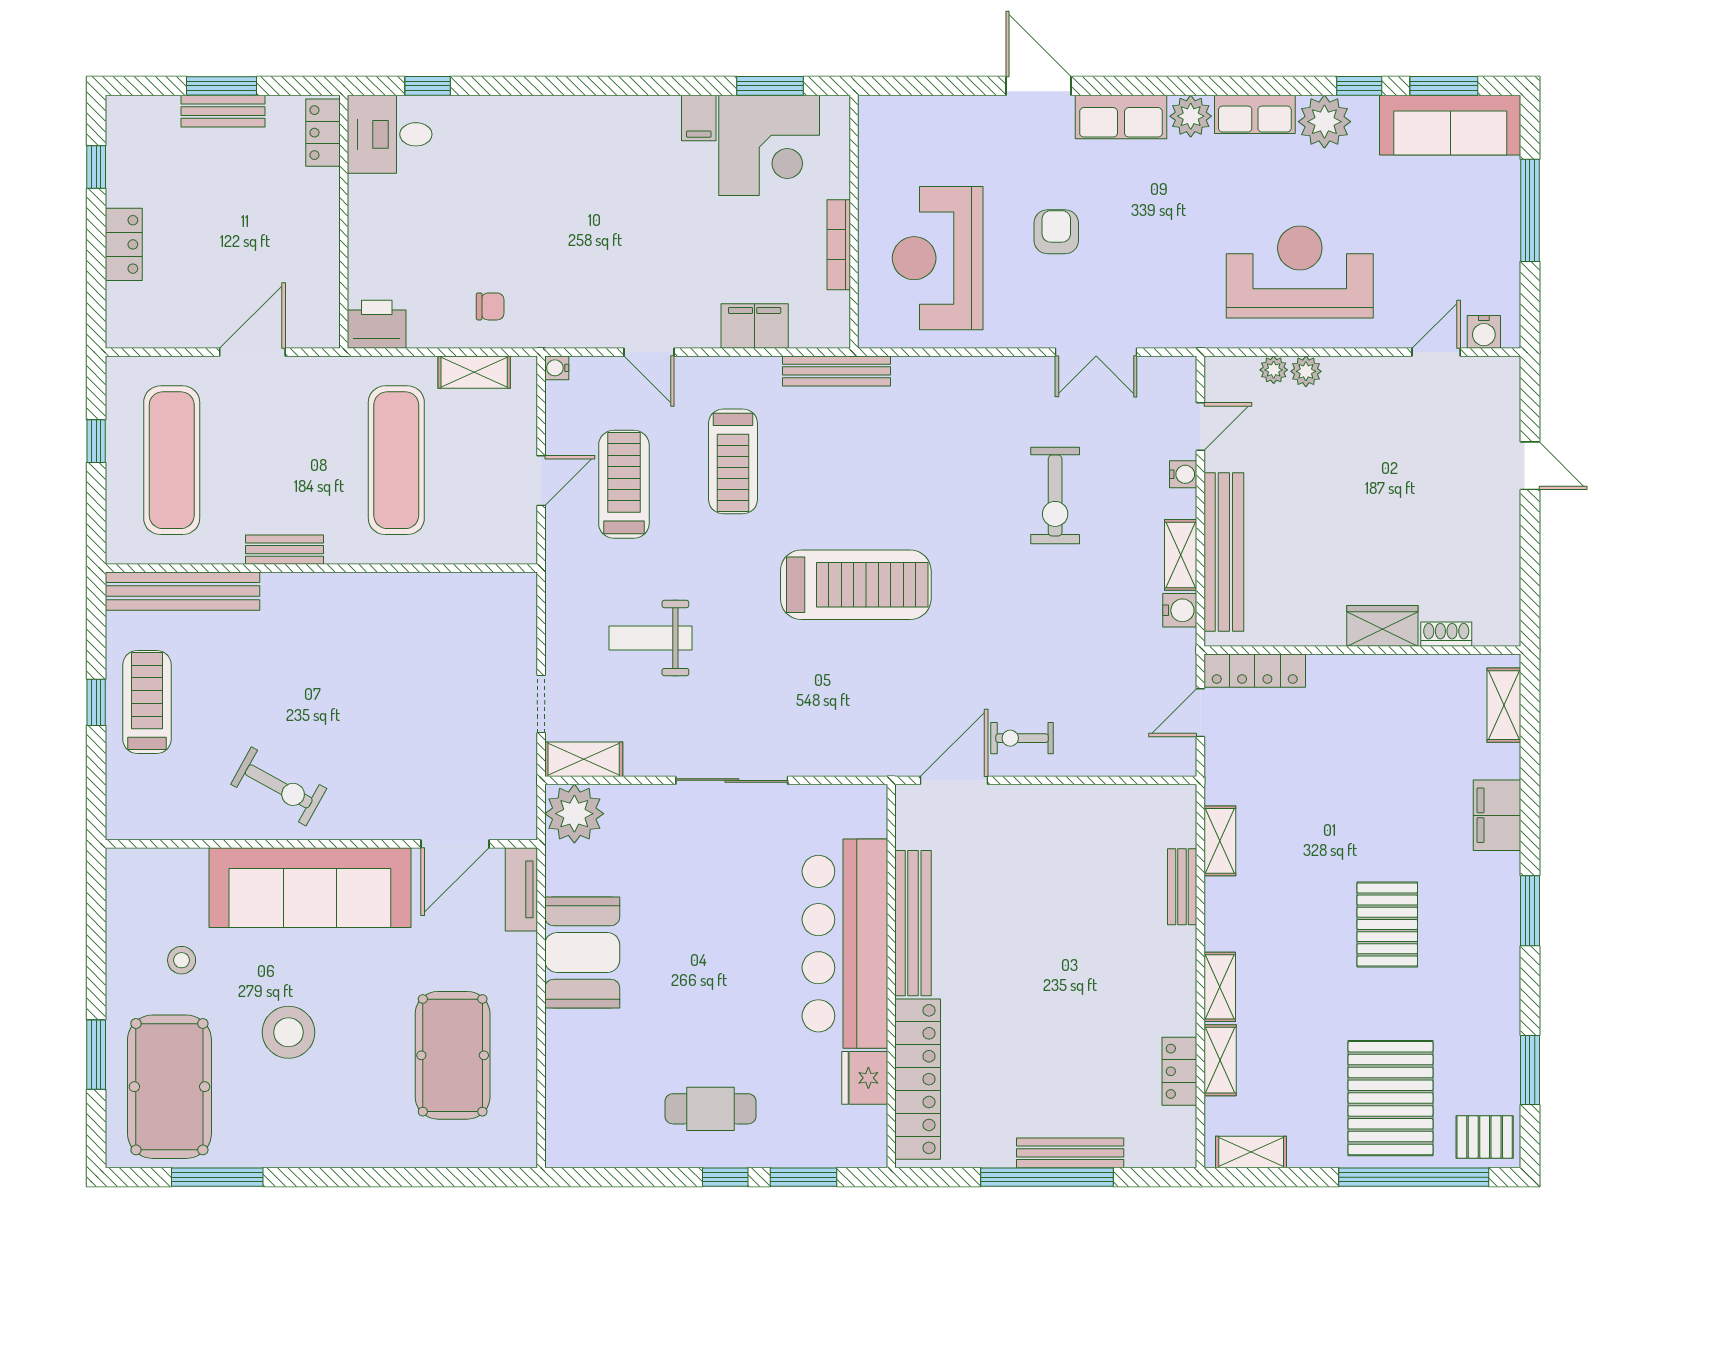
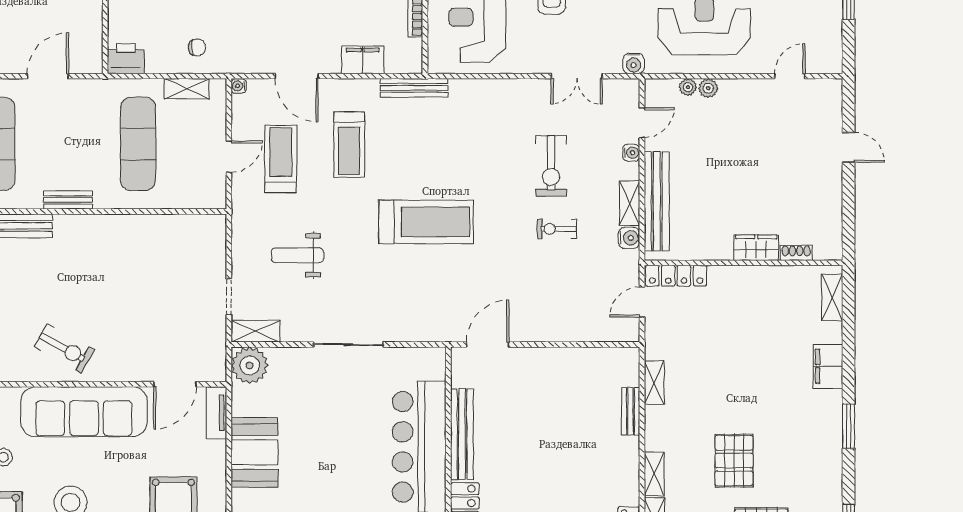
water cooler: (1484, 332) -> (634, 63), moved
door: (649, 352) -> (296, 76), width x1.38
exercise bike: (1022, 738) -> (557, 229), moved
pallet: (1387, 924) -> (734, 461), moved

